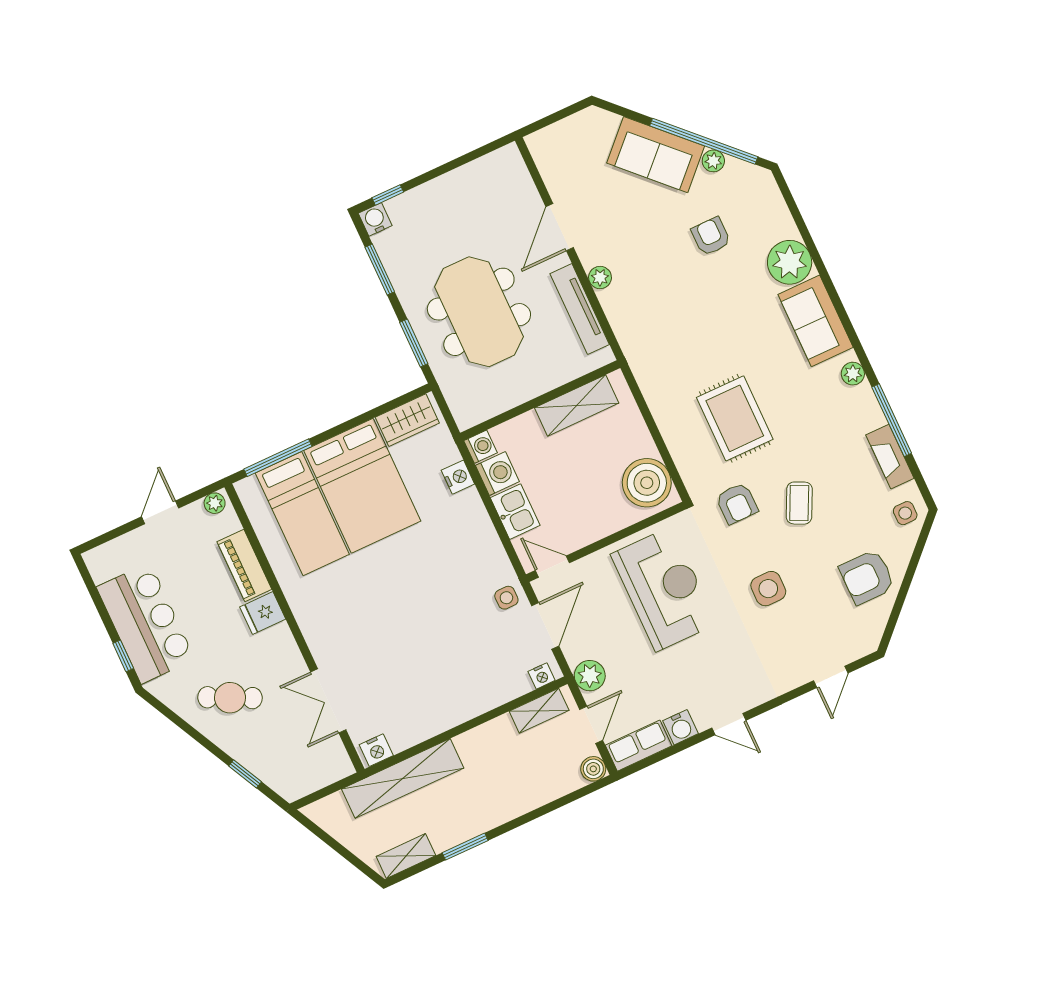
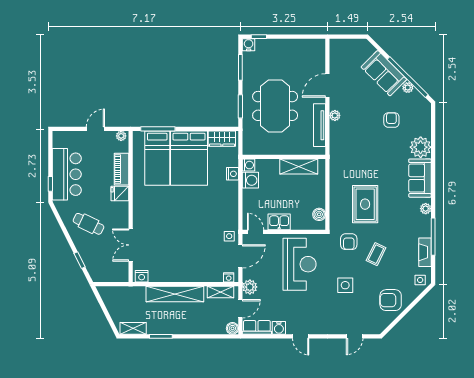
boiler: (647, 483) -> (319, 214), width x0.54, depth x0.54
kitchen sink: (515, 512) -> (279, 222), moved, turned -90
shelving: (403, 778) -> (175, 294), moved

